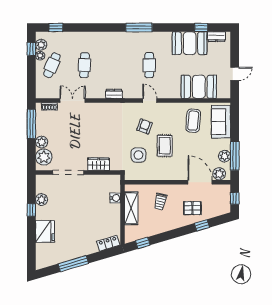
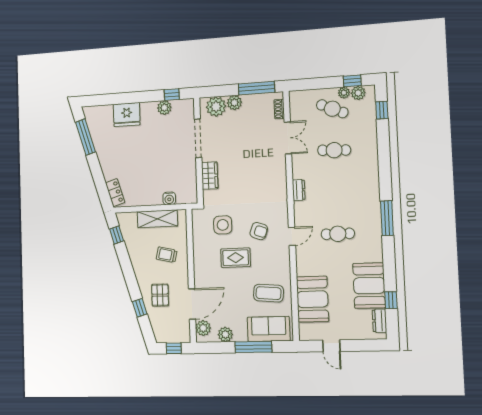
window: (235, 156) -> (253, 347), moved
window: (31, 210) -> (172, 95), moved
window: (73, 264) -> (86, 137), moved

